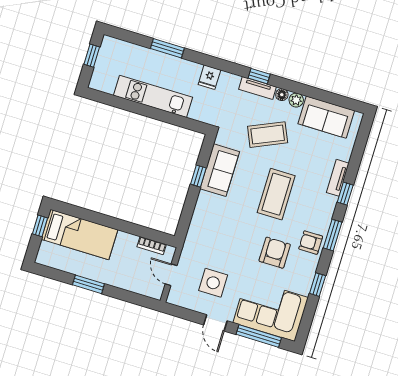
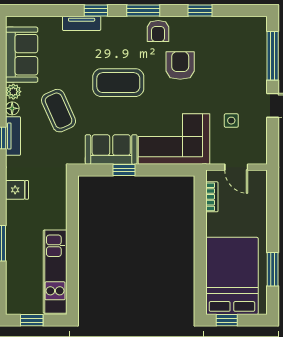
kitchen unit: (153, 96) -> (55, 272), moved
bed: (80, 235) -> (232, 276), width x1.50
armchair: (275, 253) -> (180, 66), turned 90
door: (171, 275) -> (236, 167), hinge flipped
side table: (213, 283) -> (231, 121), width x0.54, depth x0.54
window: (88, 284) -> (273, 269), moved
corner sofa: (271, 310) -> (174, 139), moved, turned 90

